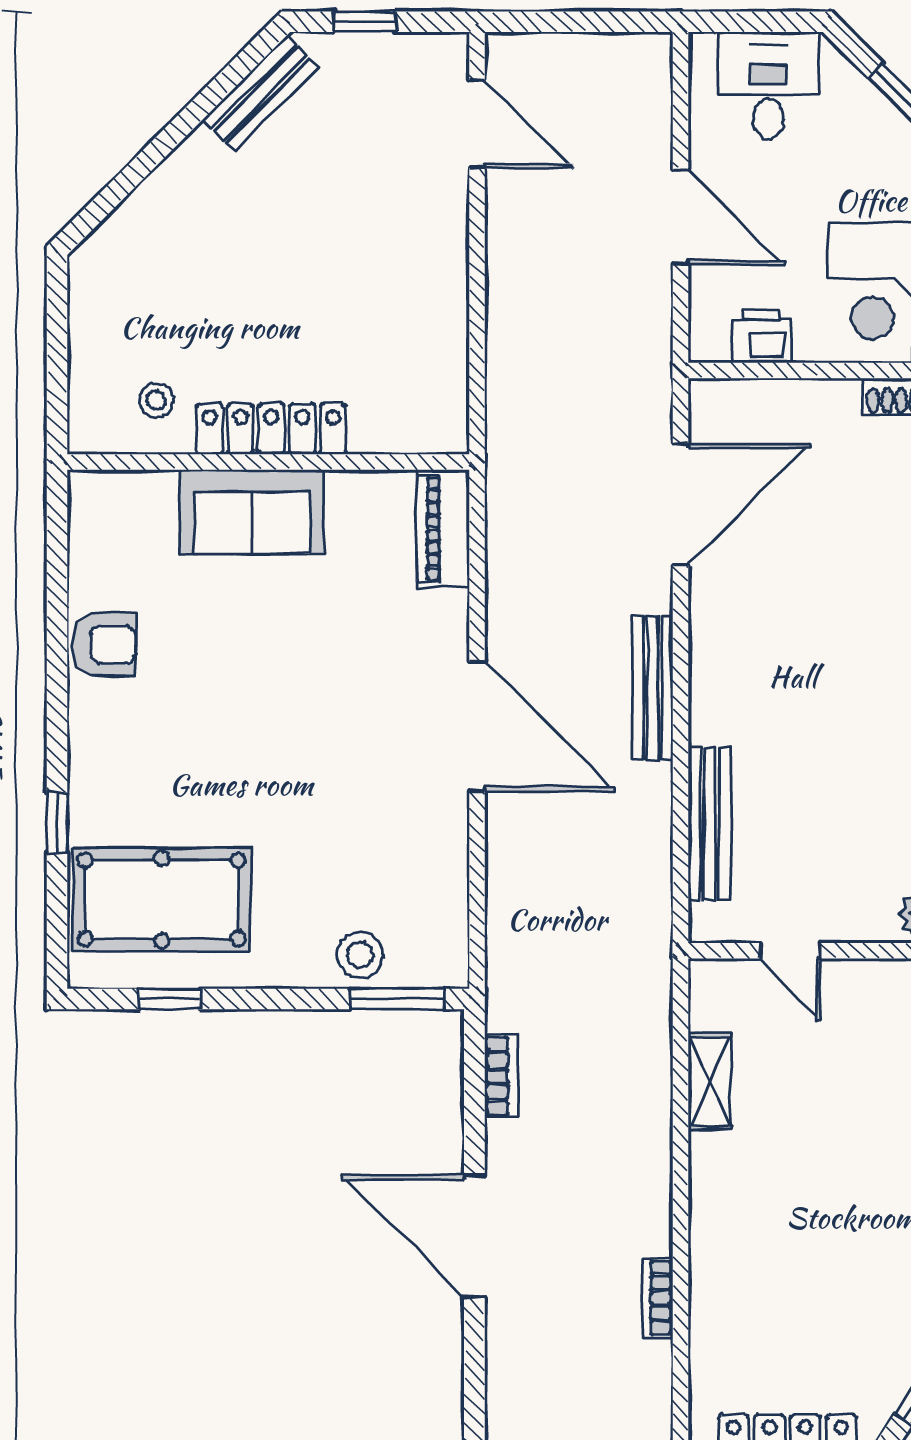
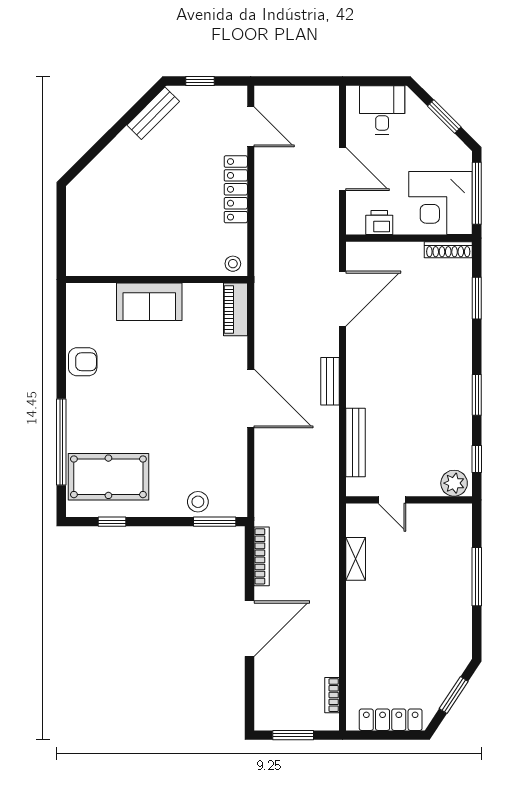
stool: (156, 400) -> (233, 264), moved
locker: (271, 429) -> (236, 189), moved, turned -90
bench: (653, 688) -> (330, 381), width x0.73
window: (57, 823) -> (61, 442), width x3.17
bookcase: (501, 1076) -> (262, 556), width x1.56
door: (474, 1236) -> (250, 629), swing flipped
bookcase: (657, 1298) -> (332, 695), moved

